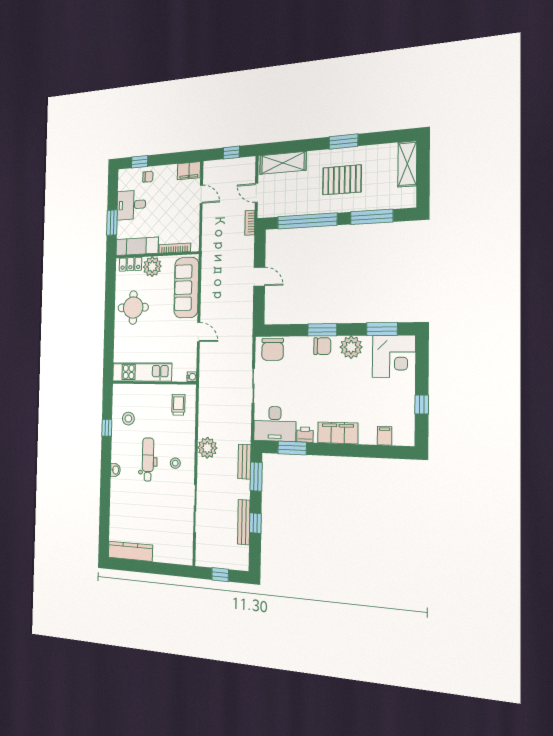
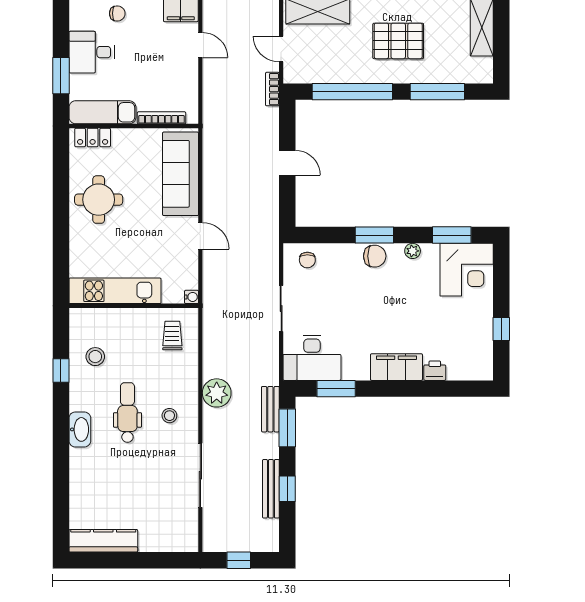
plant: (152, 267) -> (127, 142), removed
plant: (351, 347) -> (413, 251), width x0.53, depth x0.53
chair: (273, 349) -> (307, 260), width x0.54, depth x0.54
printer: (305, 435) -> (435, 371), moved
filing cabinet: (385, 436) -> (456, 369), removed
washbasin: (115, 470) -> (80, 429), width x1.91, depth x1.45

